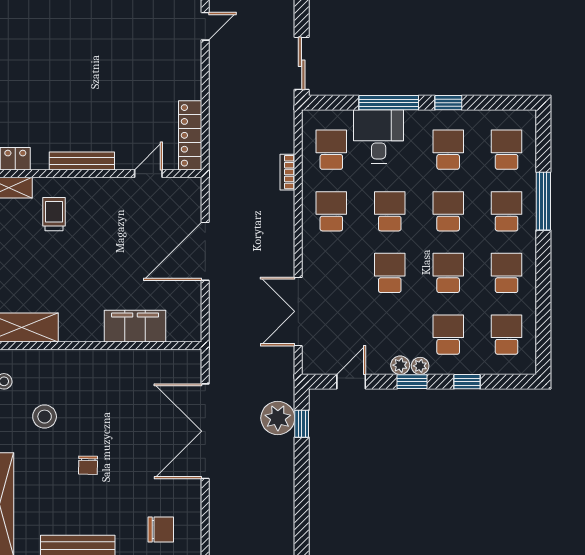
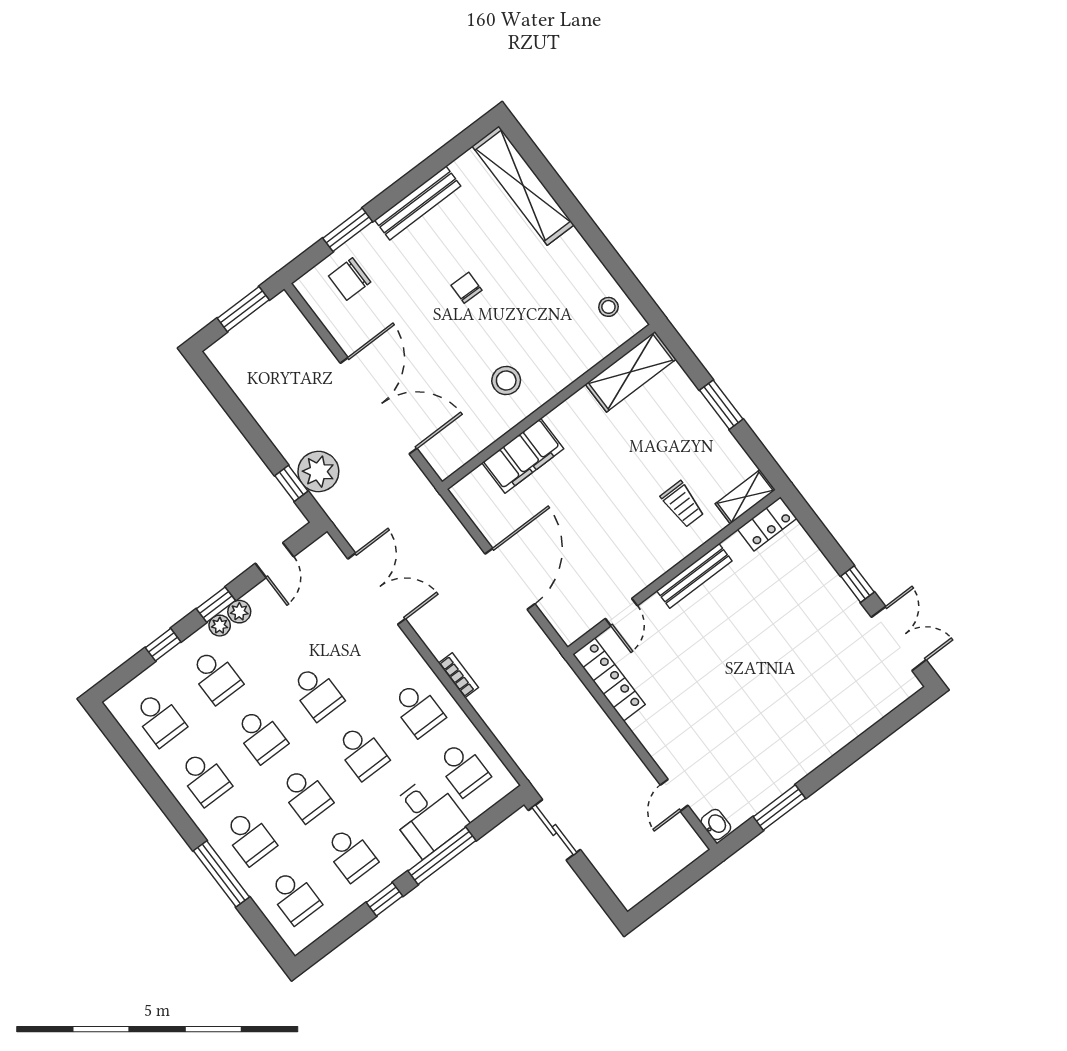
bookcase: (287, 172) -> (459, 675), moved
stool: (45, 417) -> (506, 381), moved

